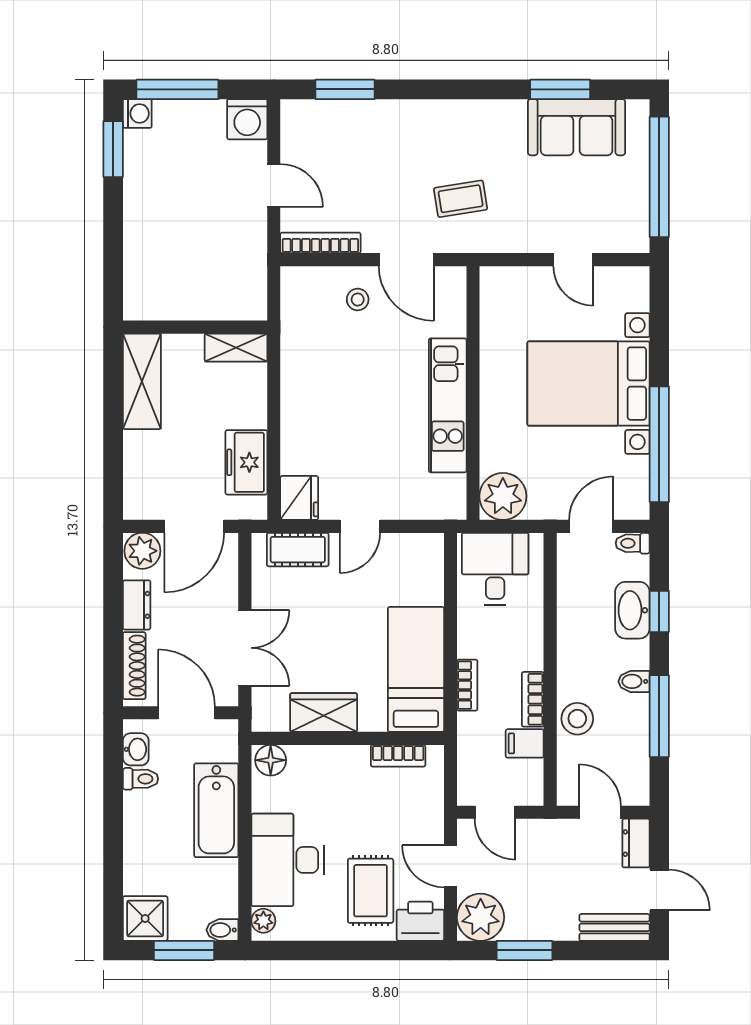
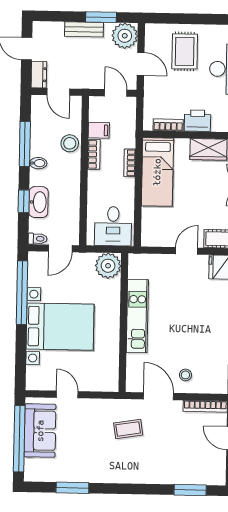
sofa: (577, 127) -> (40, 431), moved, turned 90
printer: (420, 921) -> (197, 121), moved, turned 180
bench: (615, 927) -> (84, 29), moved

